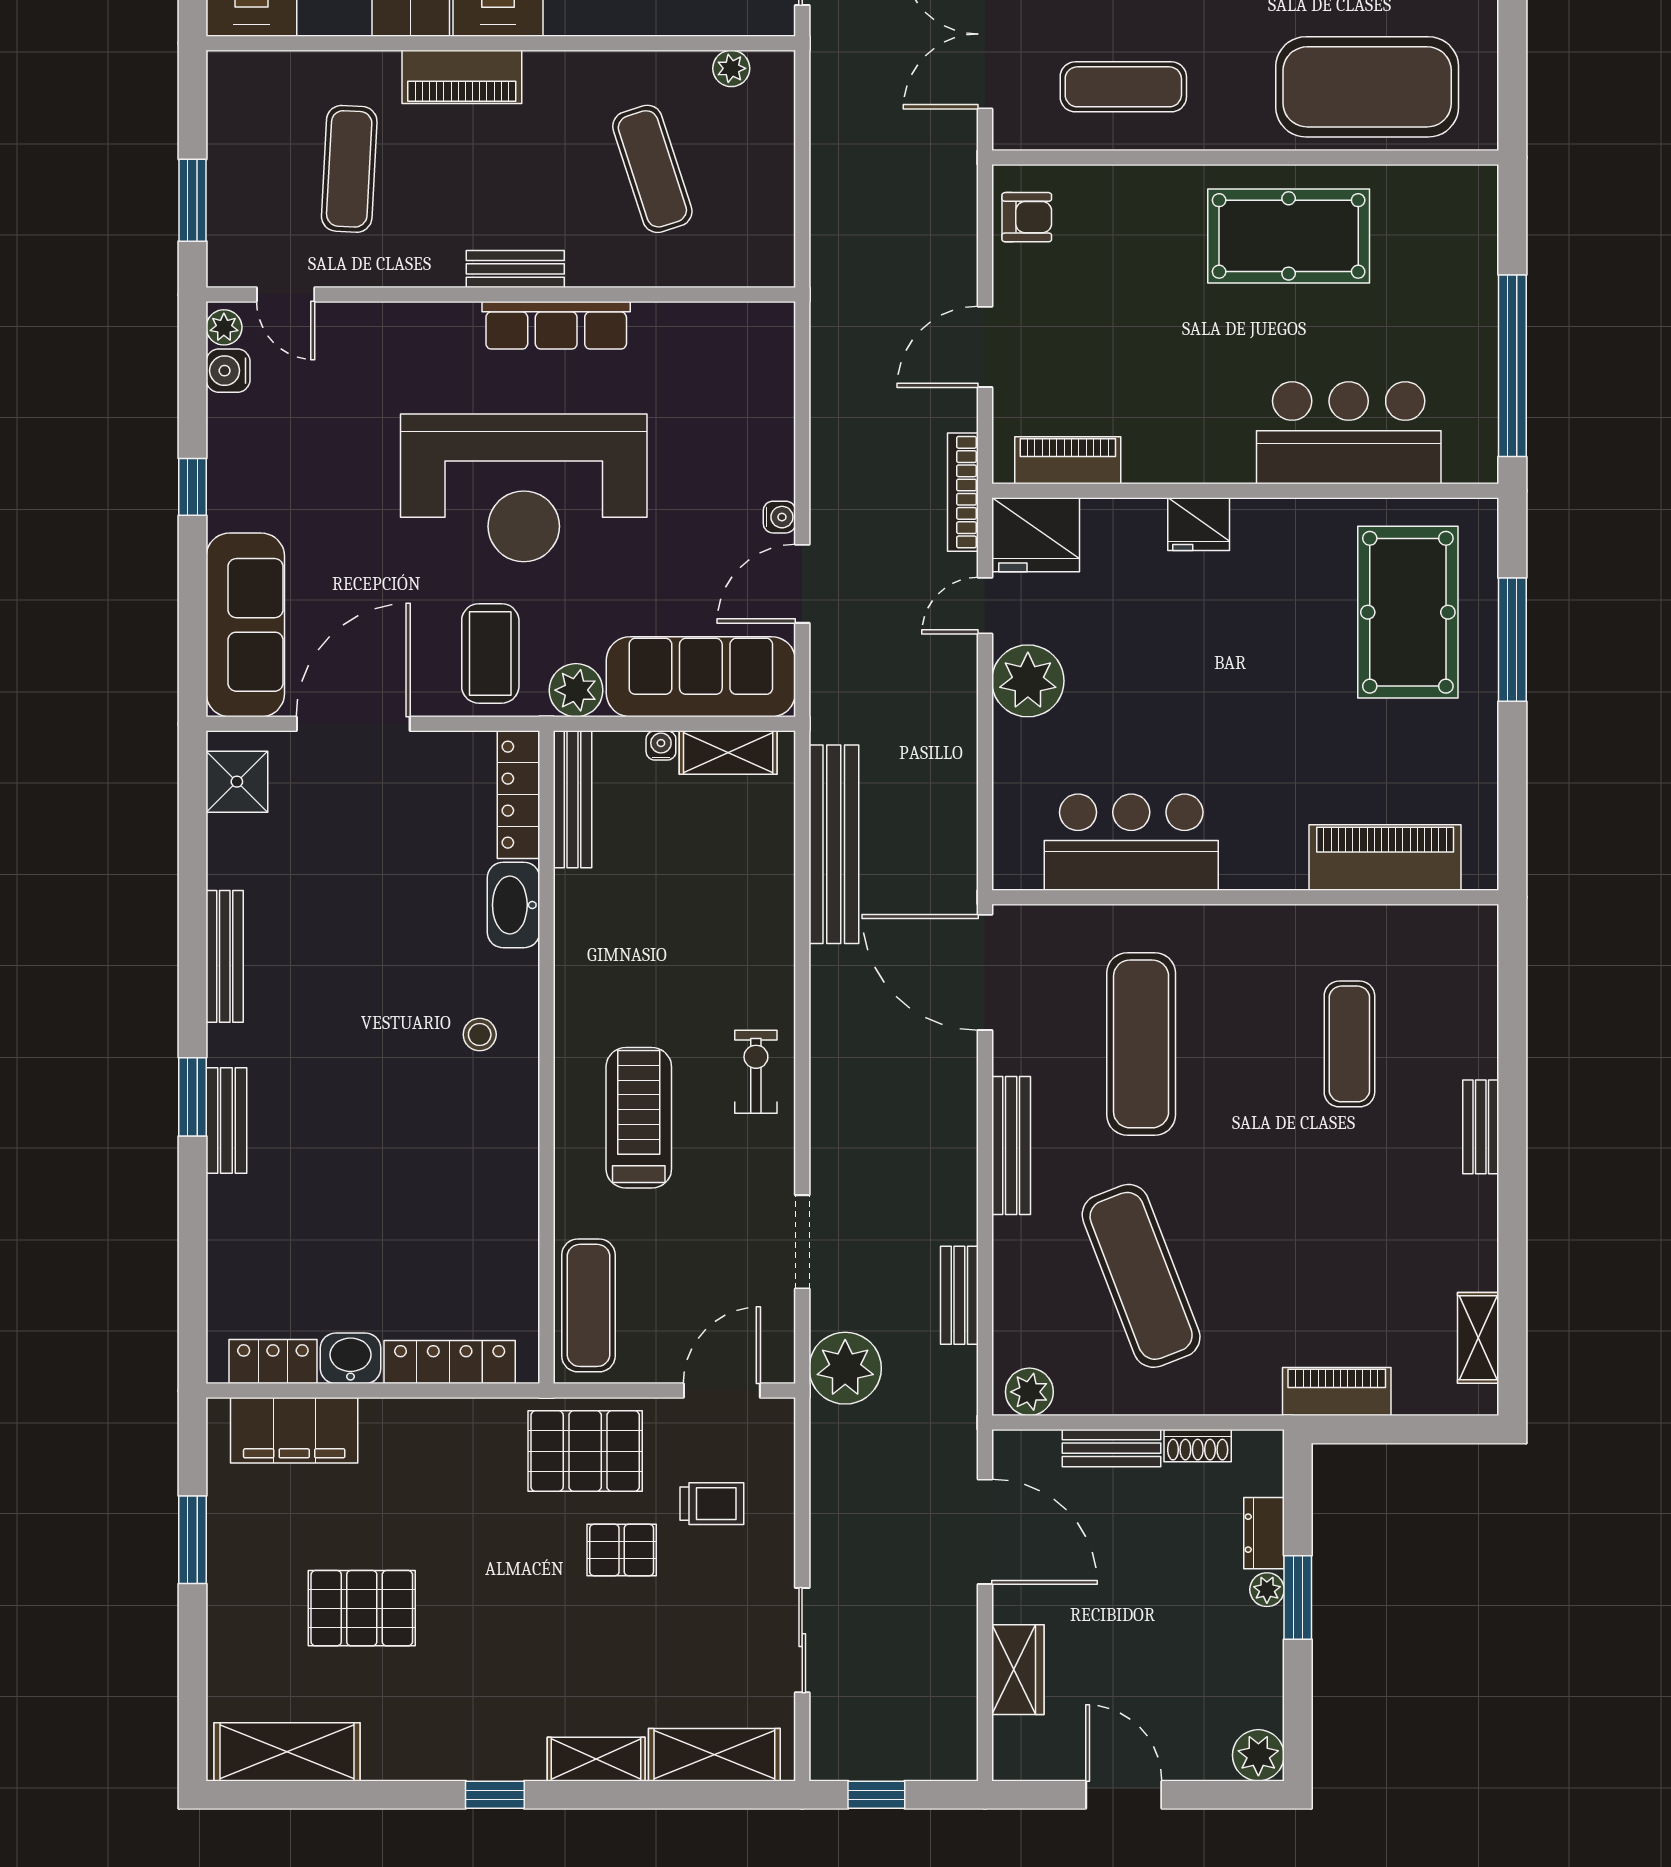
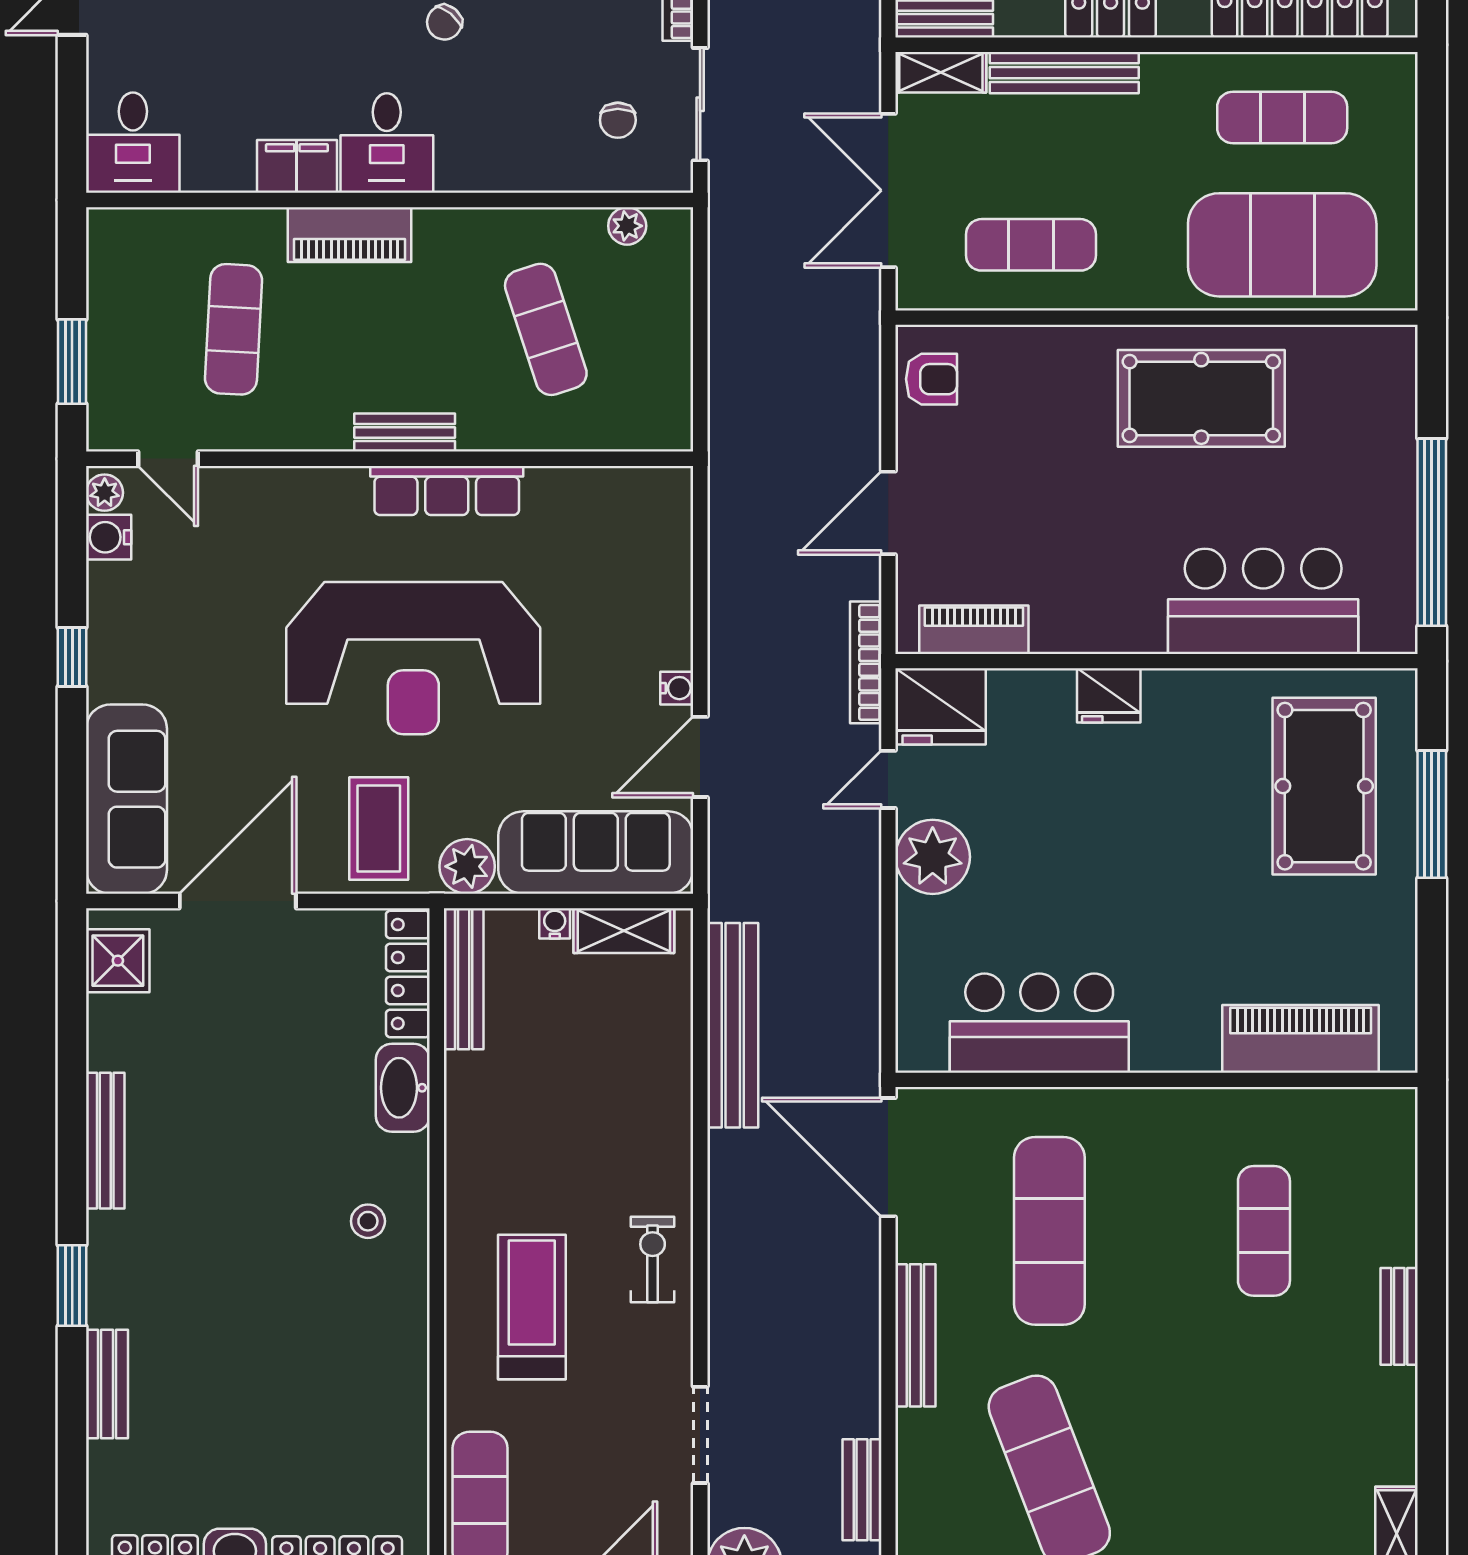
bench: (226, 1121) -> (107, 1384), moved

